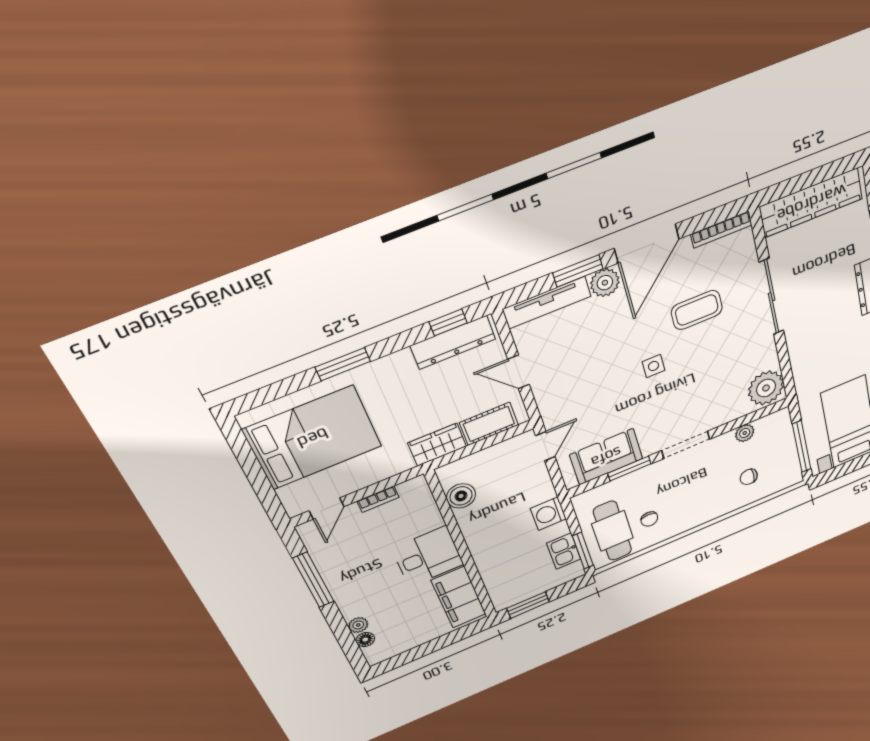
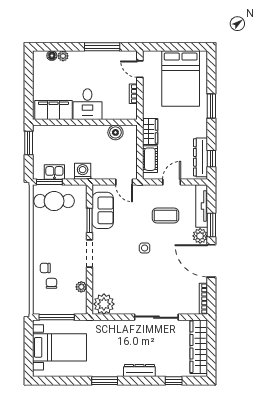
coffee table: (697, 310) -> (166, 216), moved, turned 90
chair: (649, 519) -> (45, 268), moved

